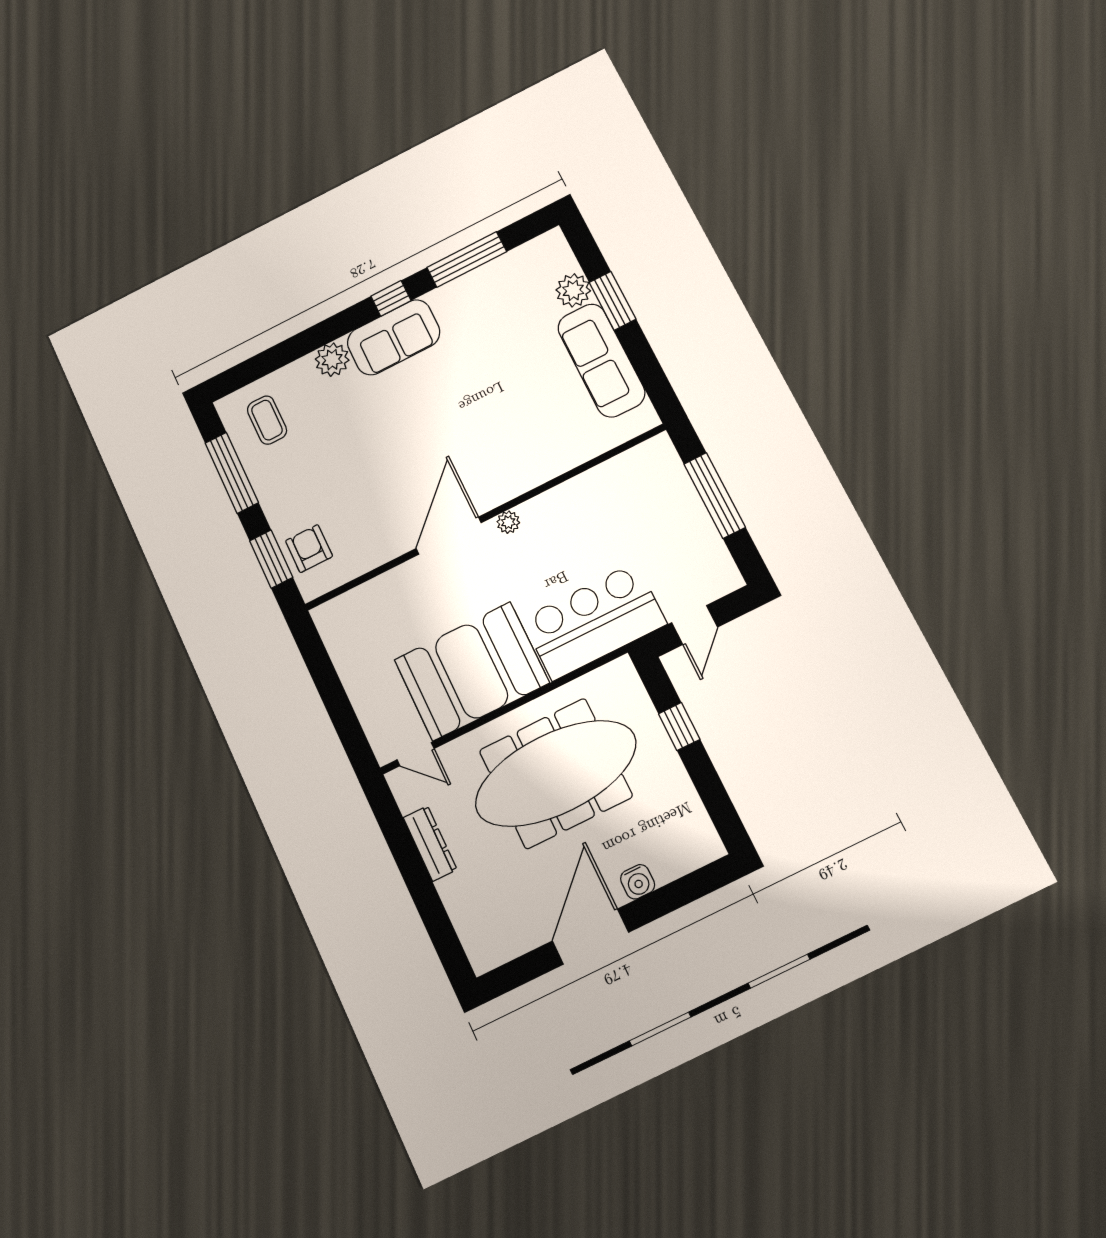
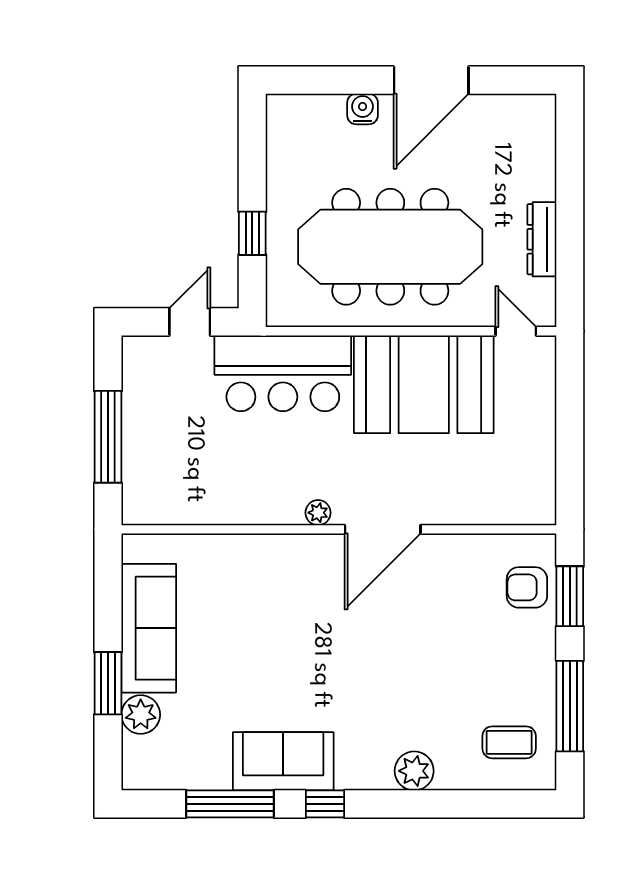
sofa: (394, 337) -> (283, 761), moved
coffee table: (267, 420) -> (509, 742), turned 90
armchair: (309, 549) -> (527, 587), turned 90

